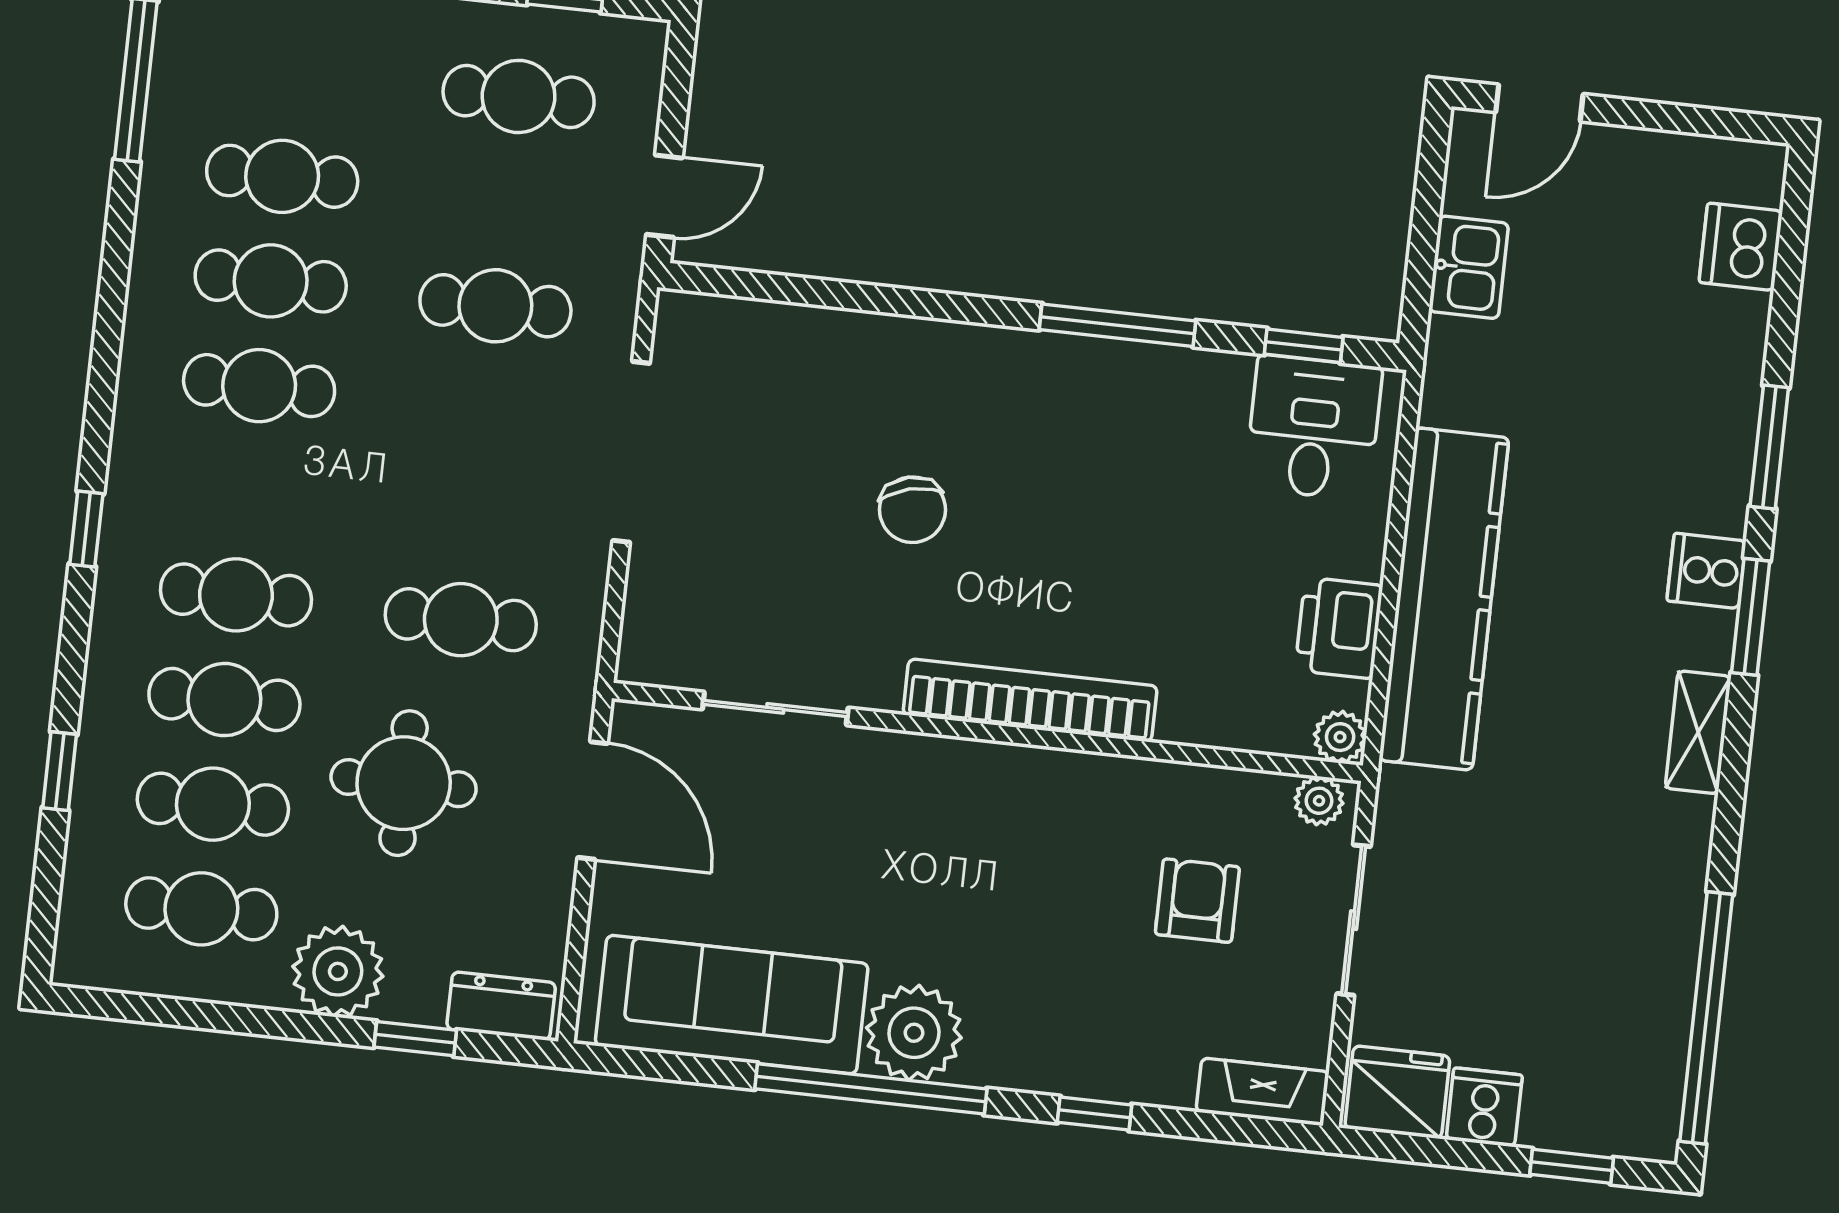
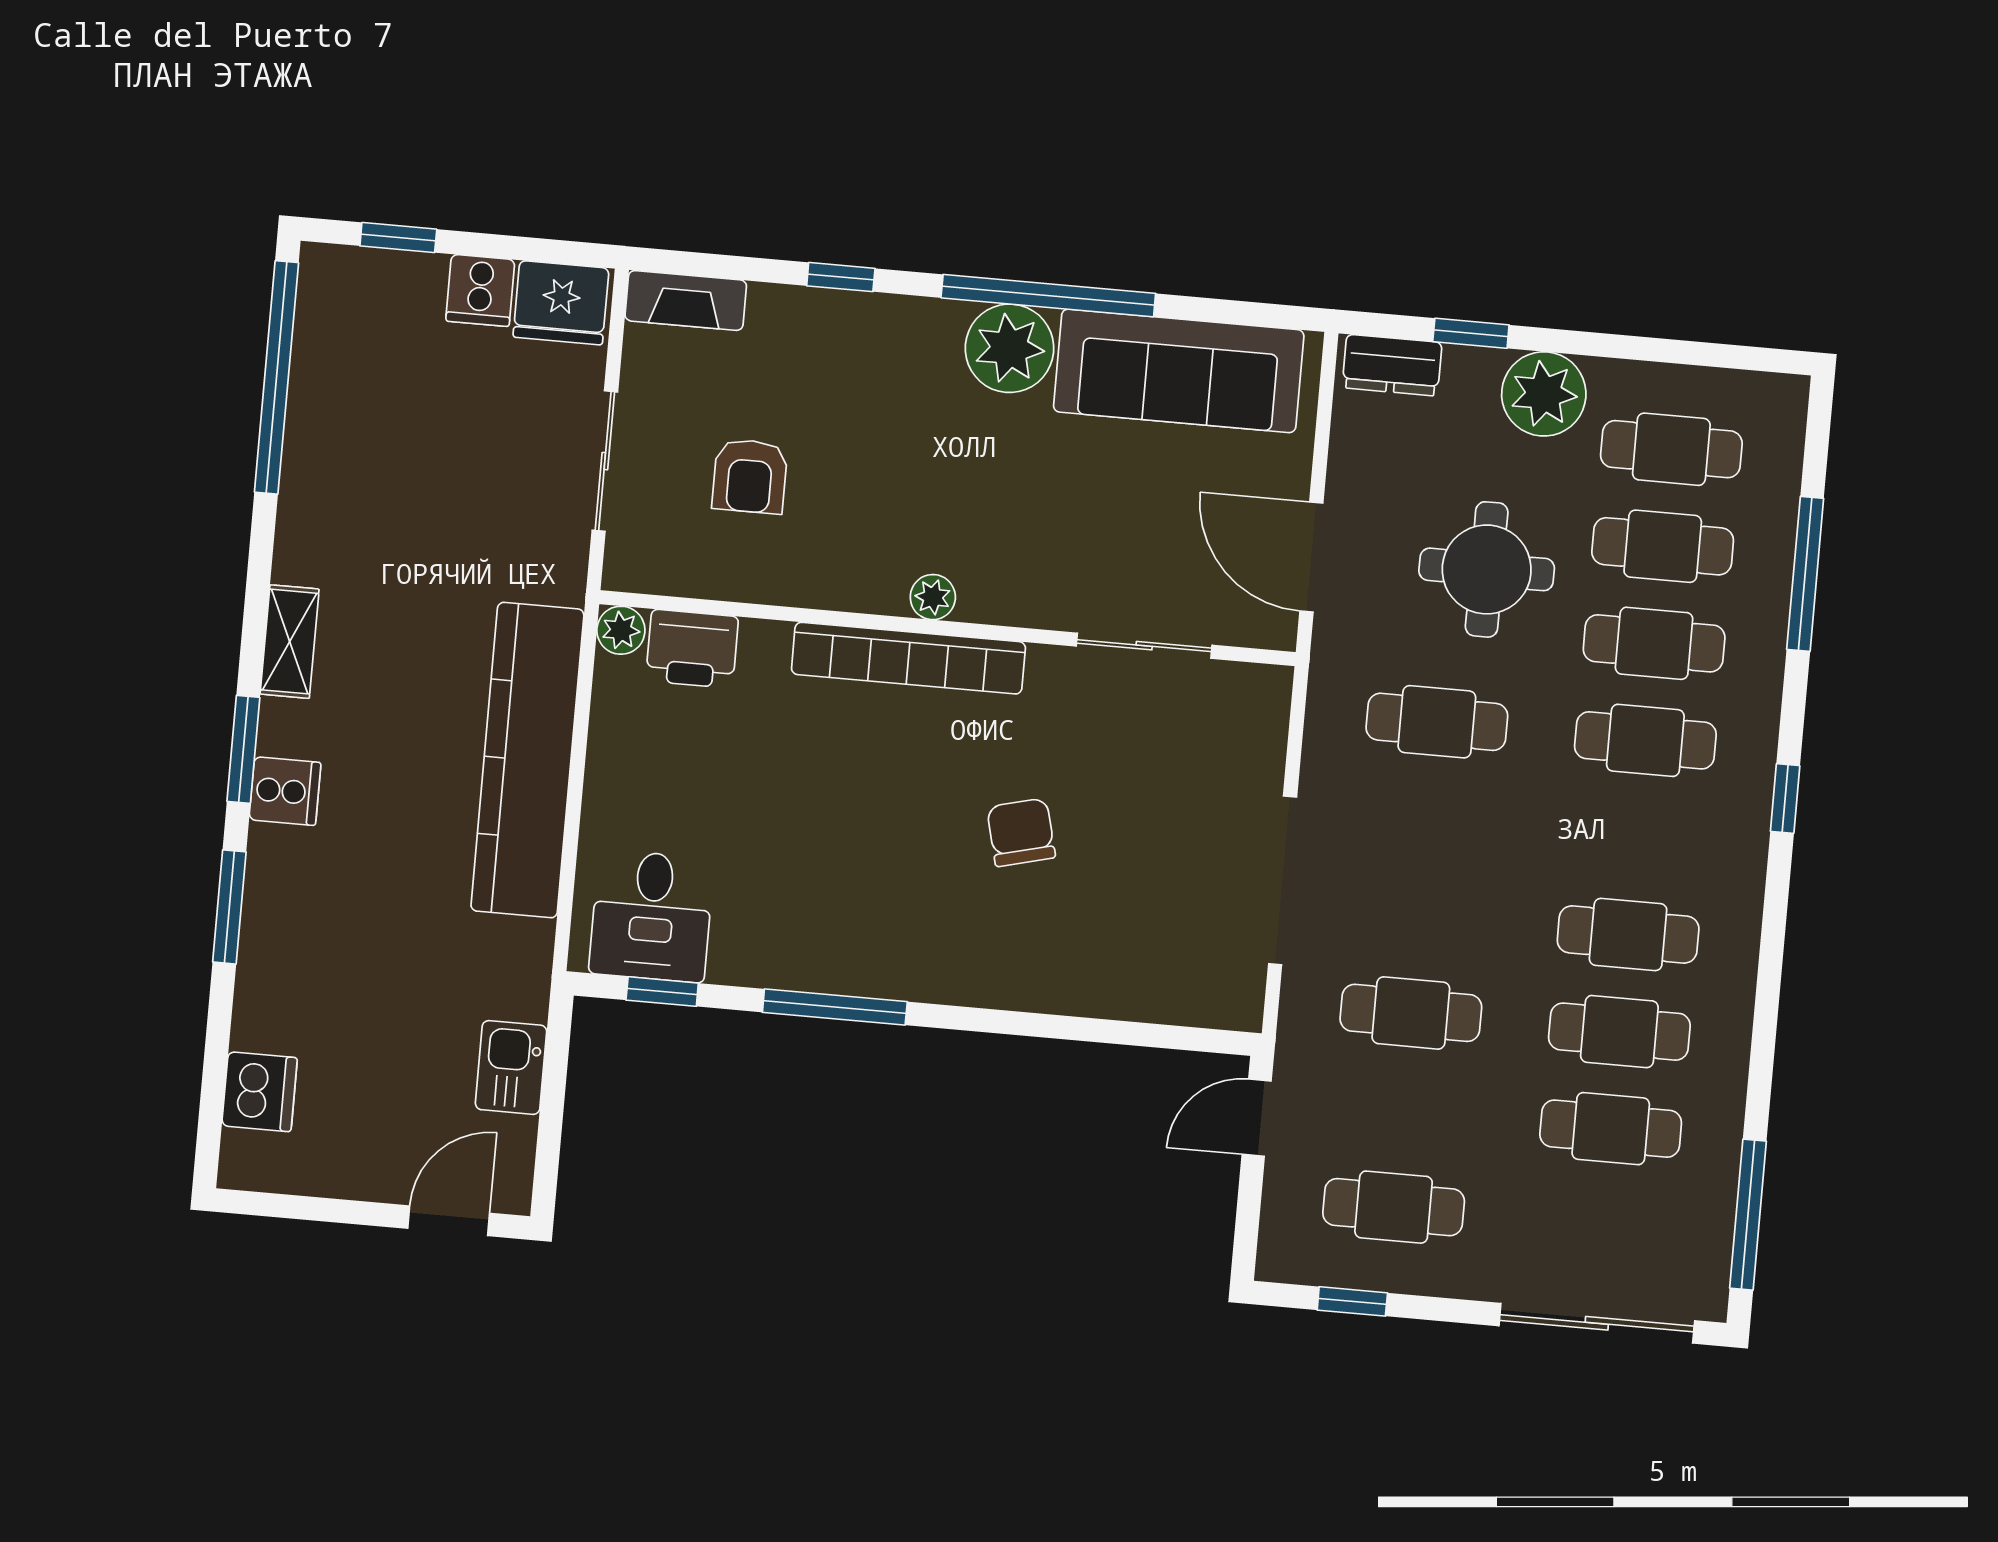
printer: (1339, 628) -> (692, 649), moved, turned 90
window: (60, 771) -> (1805, 574), width x2.17
plant: (1319, 801) -> (933, 597), moved

